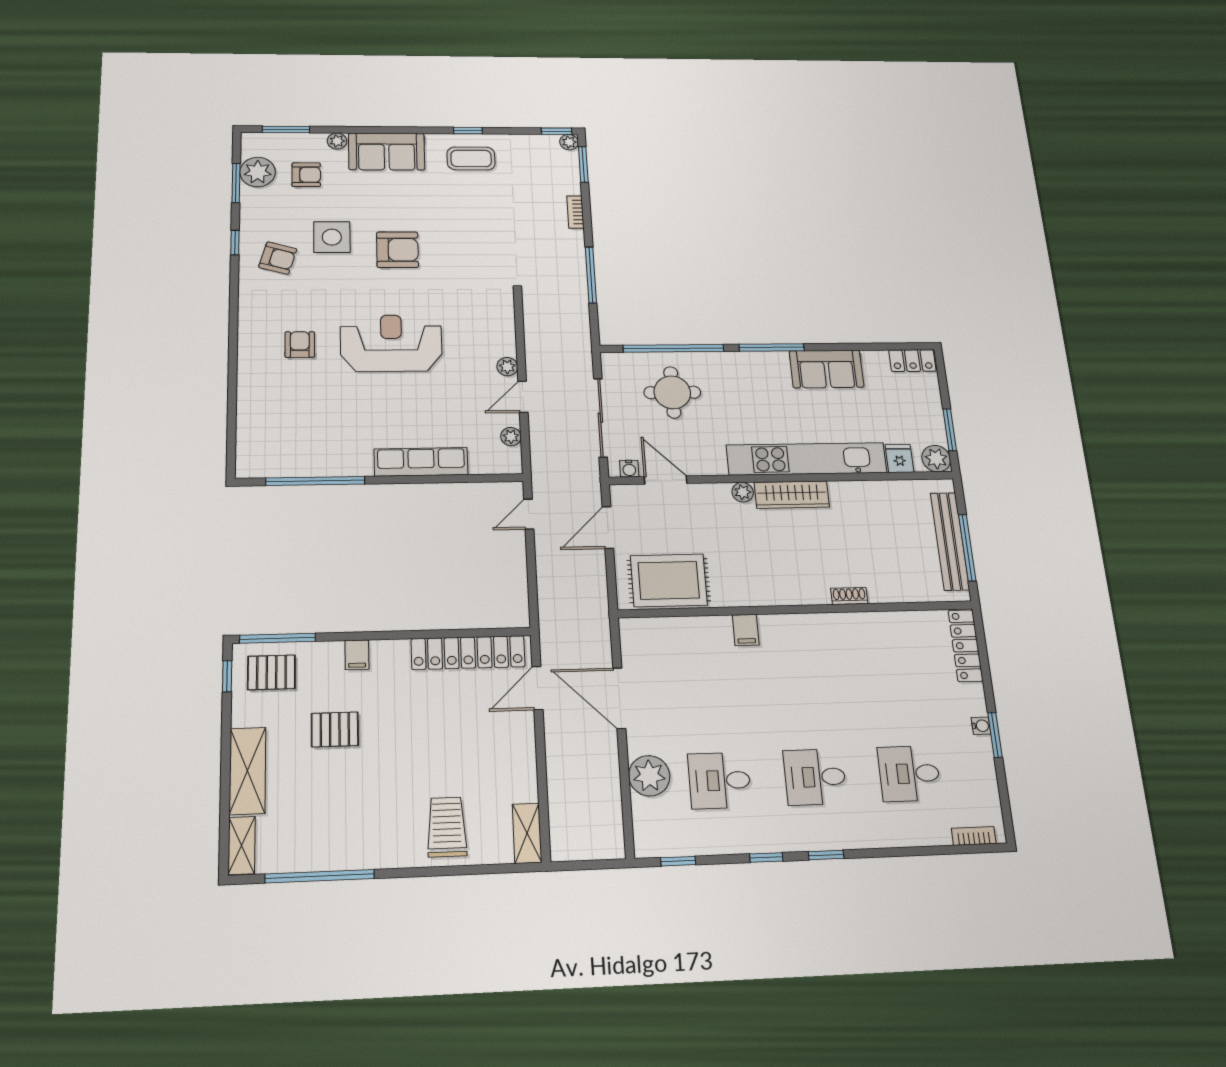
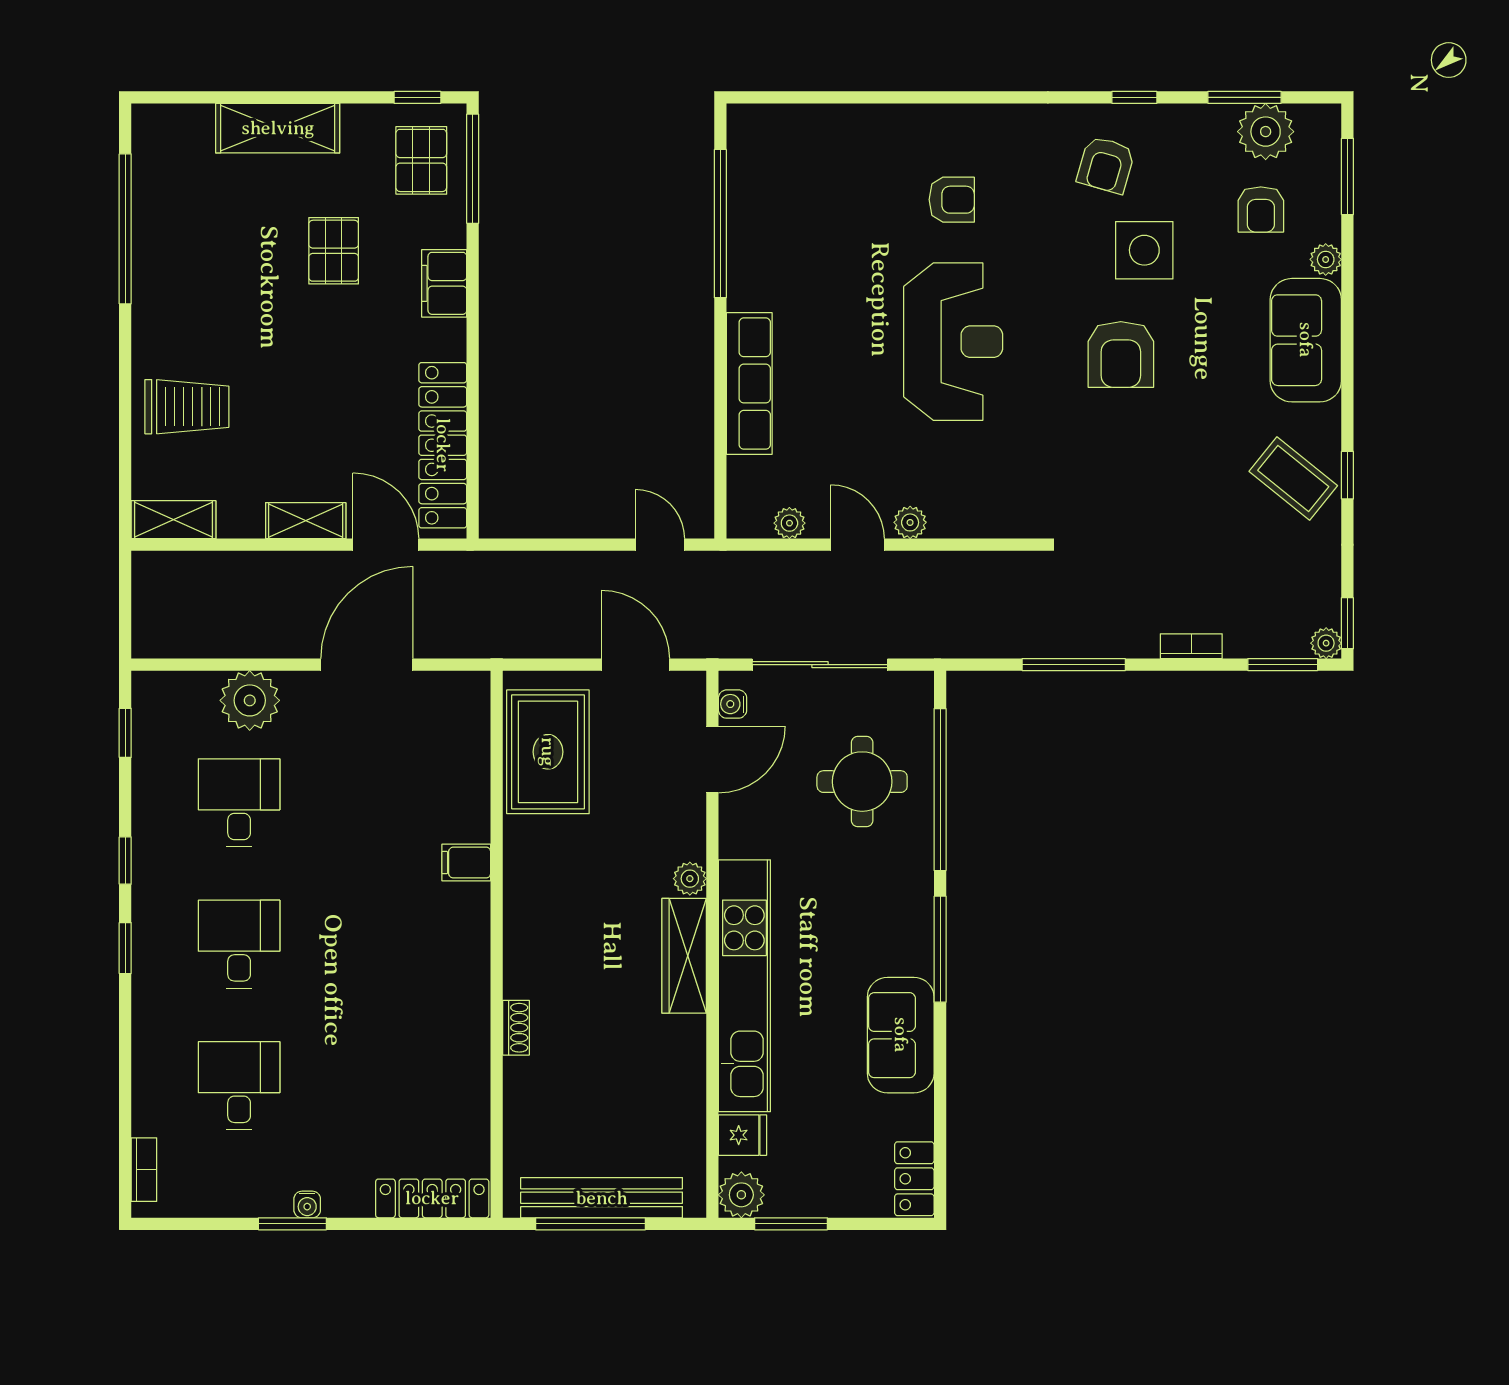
coffee table: (471, 158) -> (1293, 479), turned -51
filing cabinet: (357, 655) -> (444, 283), width x2.00
shelving: (242, 845) -> (306, 521), moved

